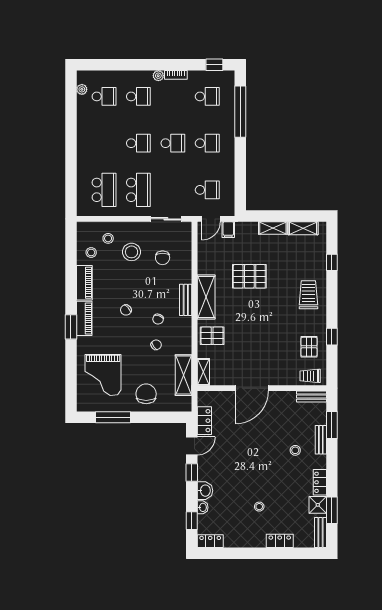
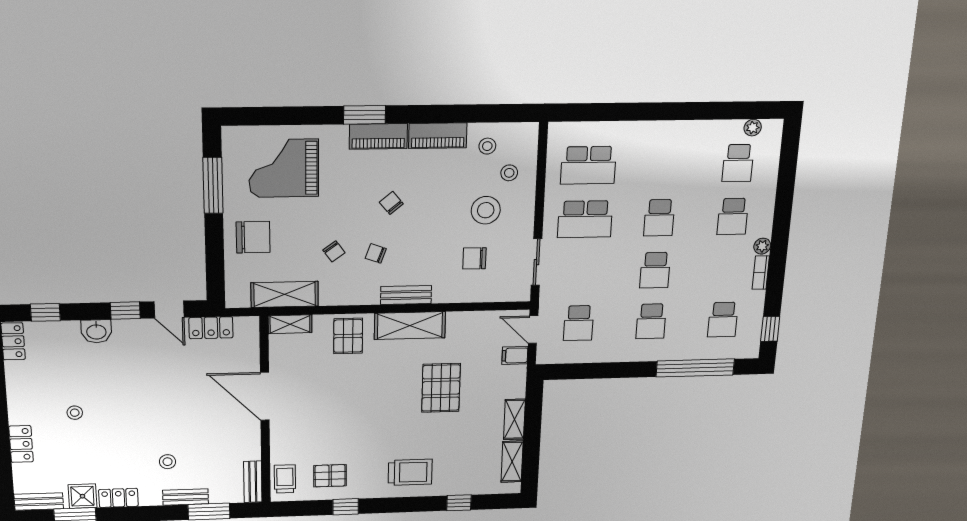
washbasin: (203, 507) -> (68, 328), removed

